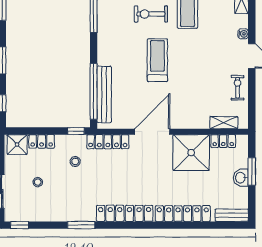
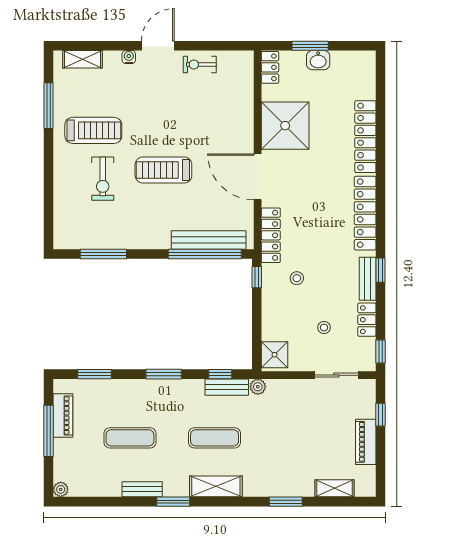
shelving: (224, 123) -> (246, 83), removed
locker: (42, 141) -> (367, 320), moved, turned 180
locker: (223, 141) -> (270, 67), moved
bench: (232, 215) -> (368, 279), moved
window: (81, 225) -> (381, 270), width x0.67

